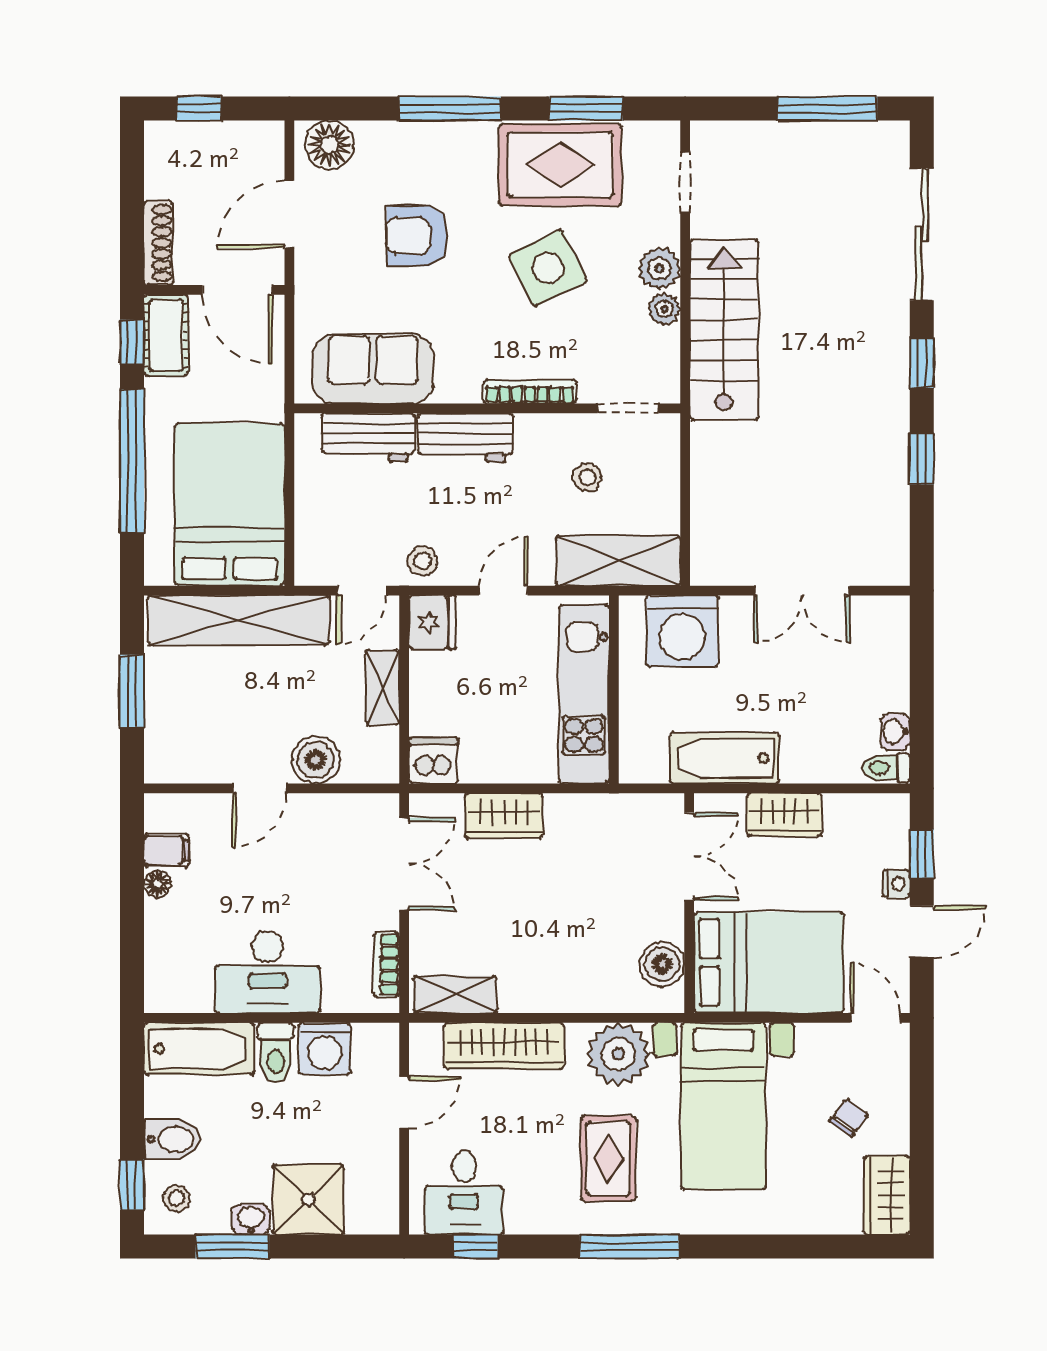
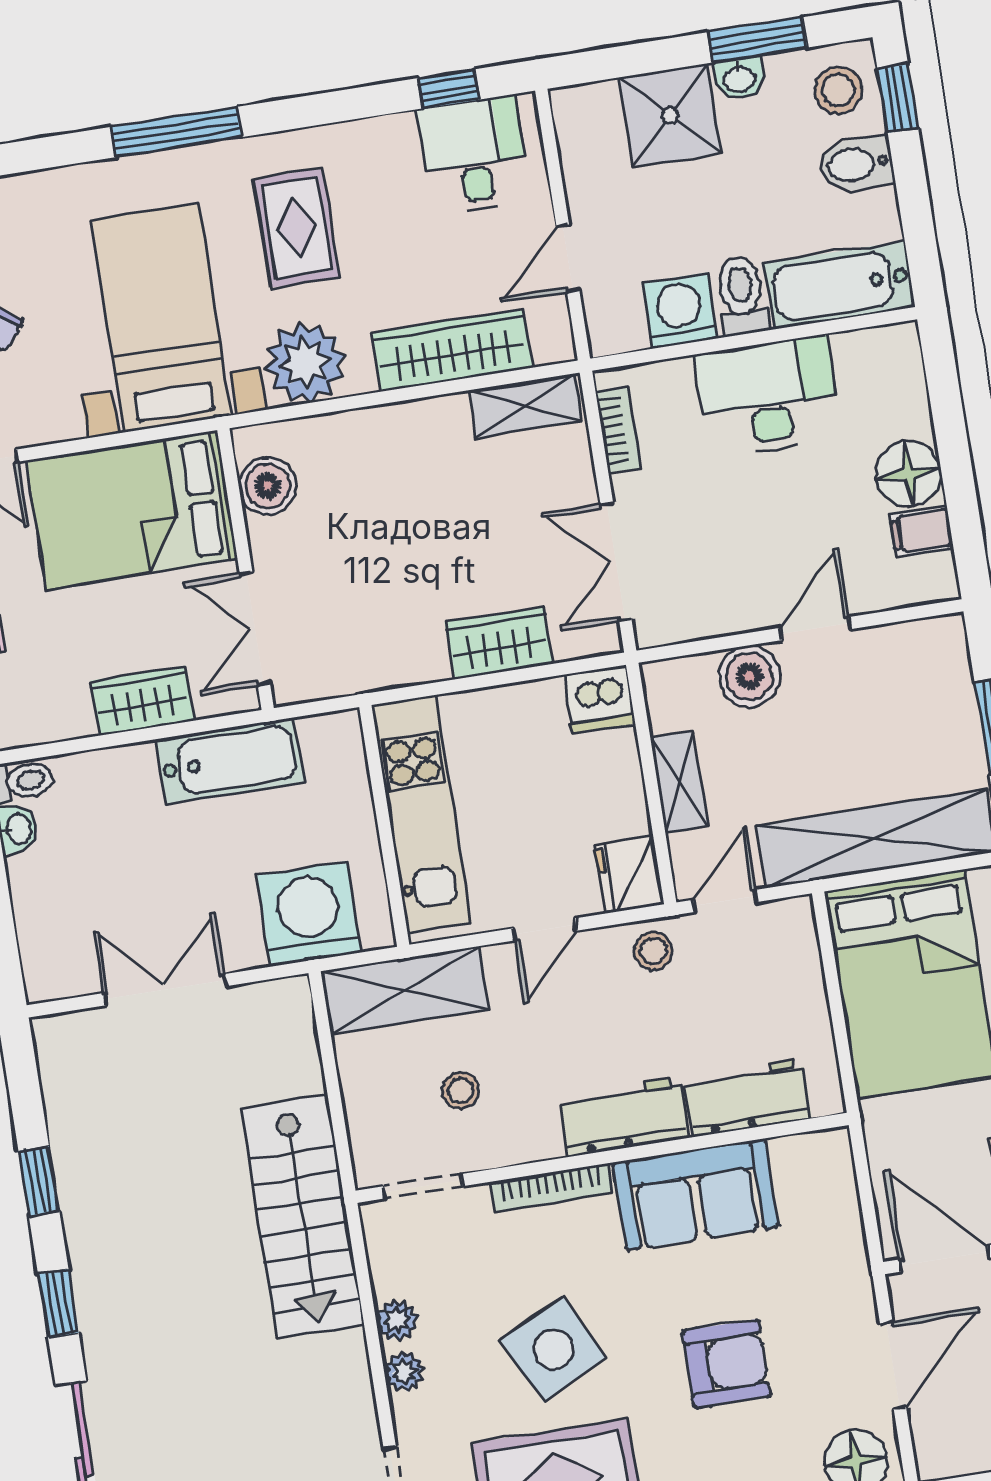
plant: (659, 268) -> (404, 1372), width x0.73, depth x0.73
stairs: (724, 330) -> (303, 1217), moved
sofa: (373, 369) -> (696, 1195), moved
floor lamp: (157, 884) -> (909, 474), width x1.89, depth x1.89
stool: (177, 1198) -> (838, 90), width x1.37, depth x1.37
window: (629, 1247) -> (176, 132), moved

